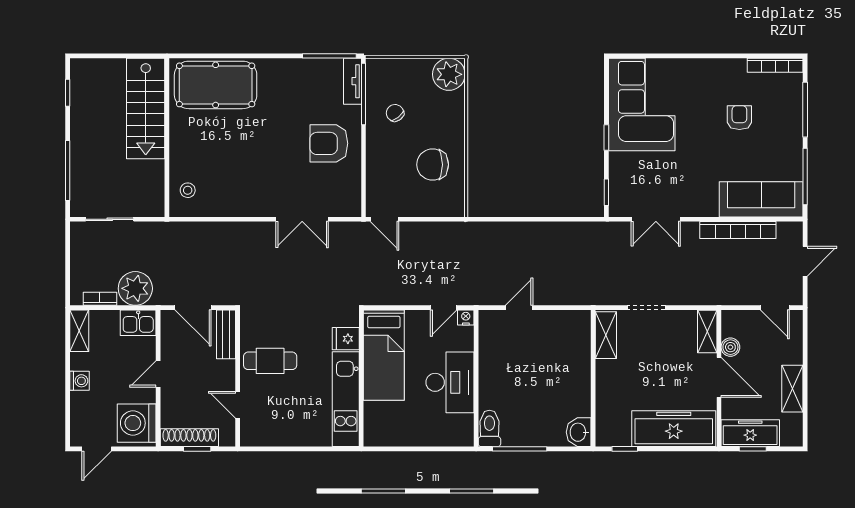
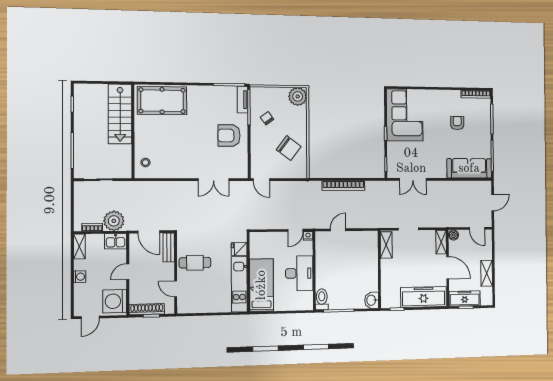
chair: (433, 165) -> (289, 148), turned -143
bookcase: (738, 230) -> (343, 186), moved
boiler: (730, 347) -> (453, 235), moved
bed: (384, 355) -> (261, 285), moved, turned 180

